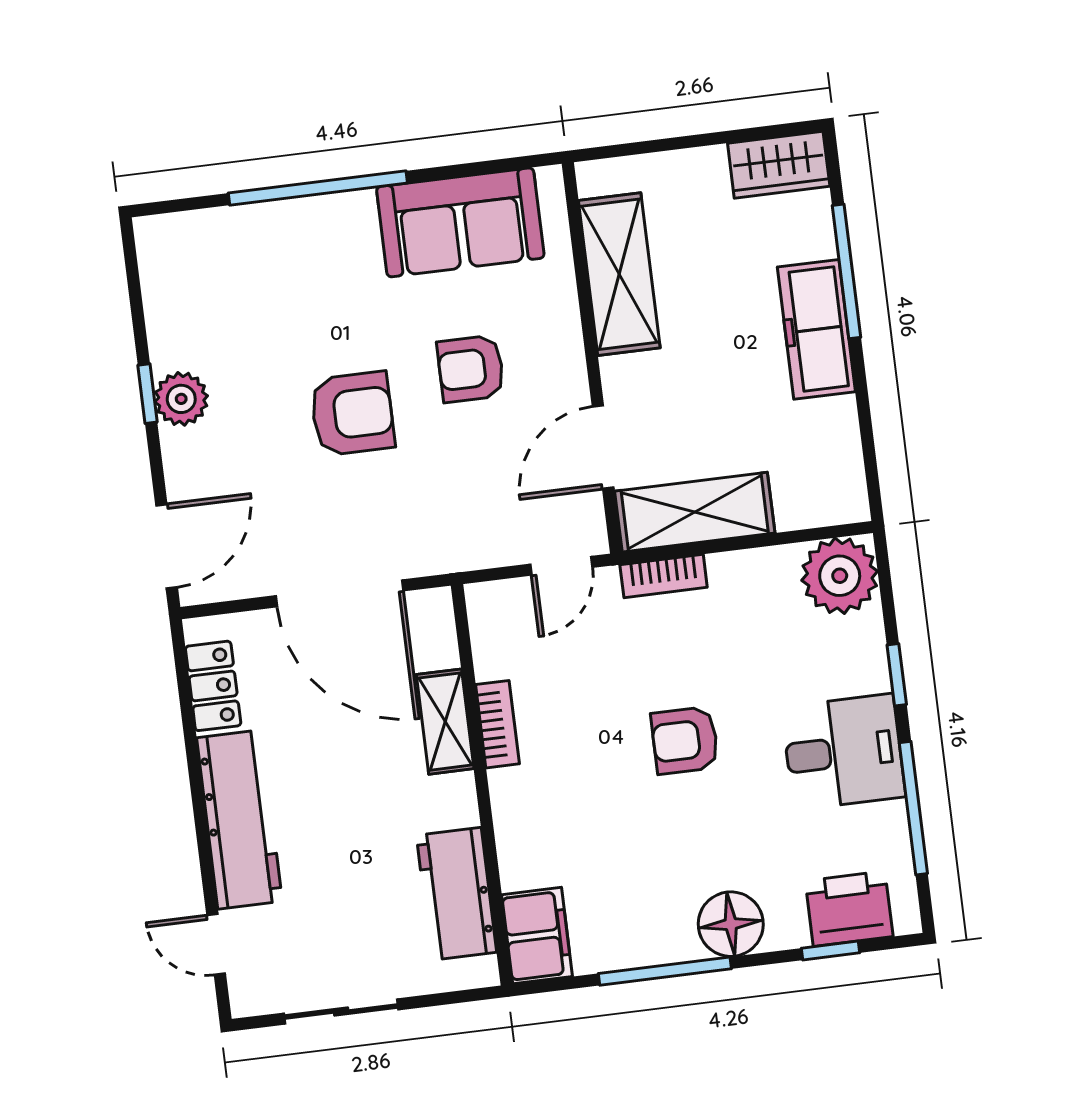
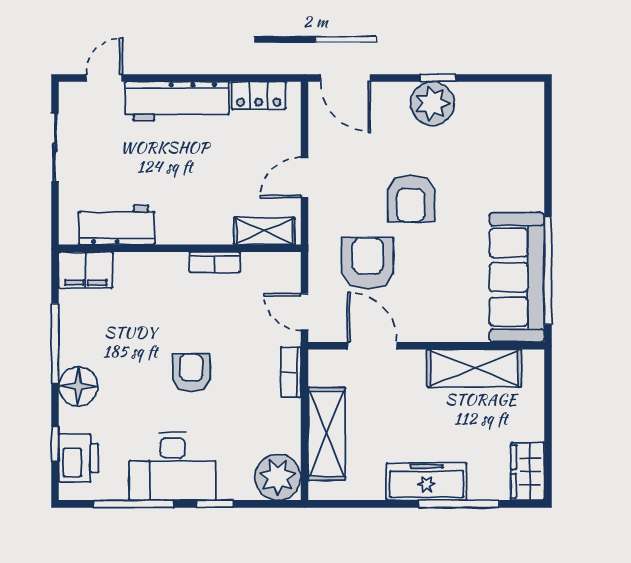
window: (318, 188) -> (548, 270), moved
sofa: (460, 222) -> (517, 277), width x1.36
armchair: (471, 369) -> (368, 263), moved, width x1.38, depth x1.38
plant: (181, 399) -> (432, 103), width x1.36, depth x1.36
shelving: (695, 512) -> (327, 434), moved
door: (339, 593) -> (305, 178), width x0.53
shelving: (445, 722) -> (264, 231), moved
desk: (843, 752) -> (173, 466), width x1.37

